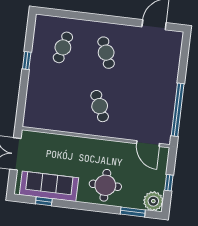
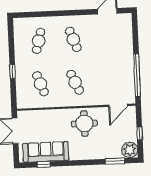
window: (27, 61) -> (13, 71), moved
cafe table: (56, 101) -> (40, 84), added
door: (148, 144) -> (118, 105), hinge flipped
round table: (105, 185) -> (84, 123), moved

